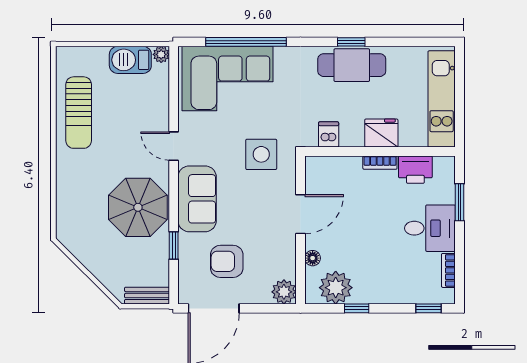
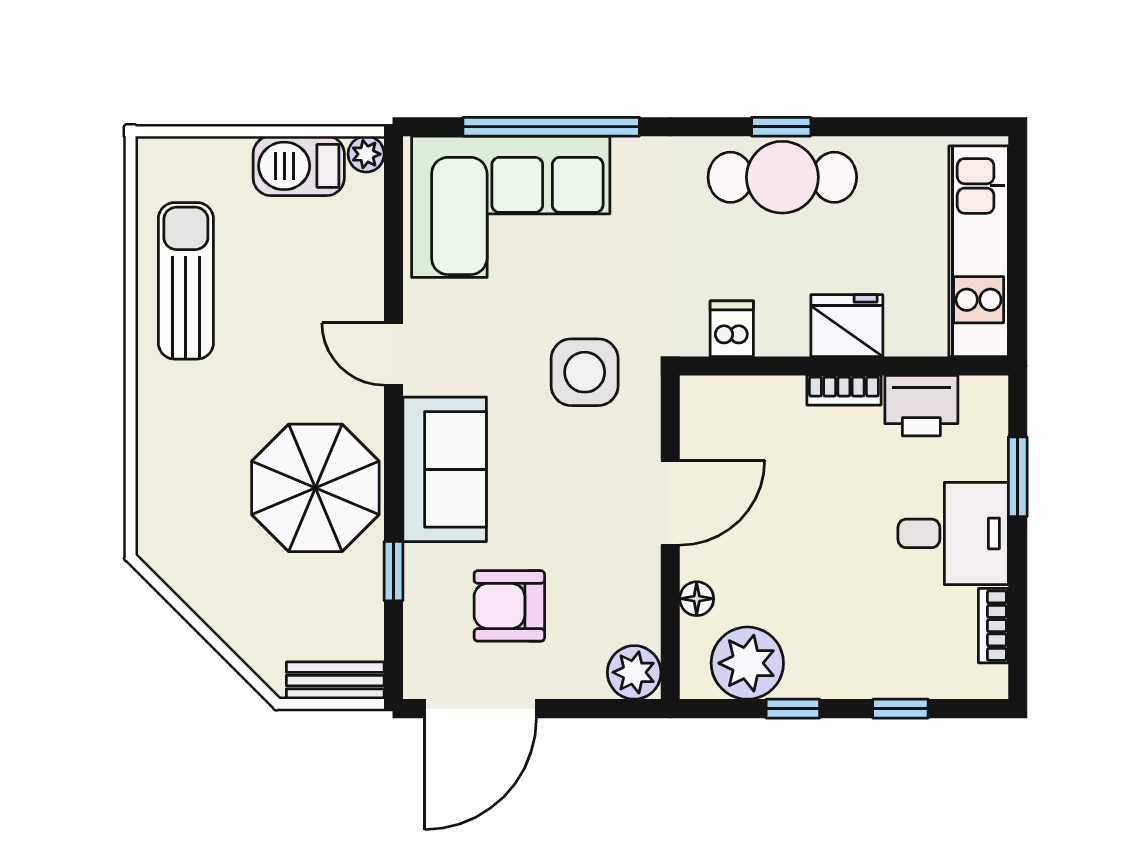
sun lounger: (79, 113) -> (186, 281), turned 180
window: (428, 308) -> (900, 709), moved

